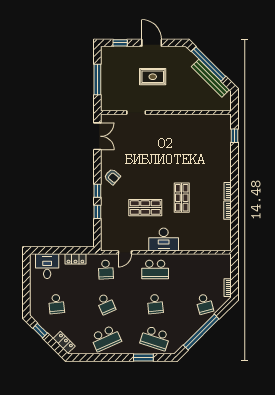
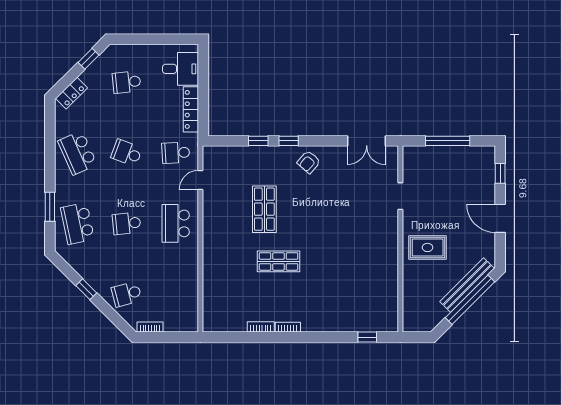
door: (152, 43) -> (500, 218), swing flipped
rug: (153, 77) -> (428, 247), moved, turned 90
bench: (210, 78) -> (467, 285), moved
desk: (164, 239) -> (219, 236), removed
door: (125, 252) -> (200, 180), hinge flipped
locker: (75, 259) -> (191, 109), width x1.53
school desk: (106, 304) -> (127, 153), turned 45
window: (201, 332) -> (86, 289), width x0.32
school desk: (155, 338) -> (77, 223), turned -30

